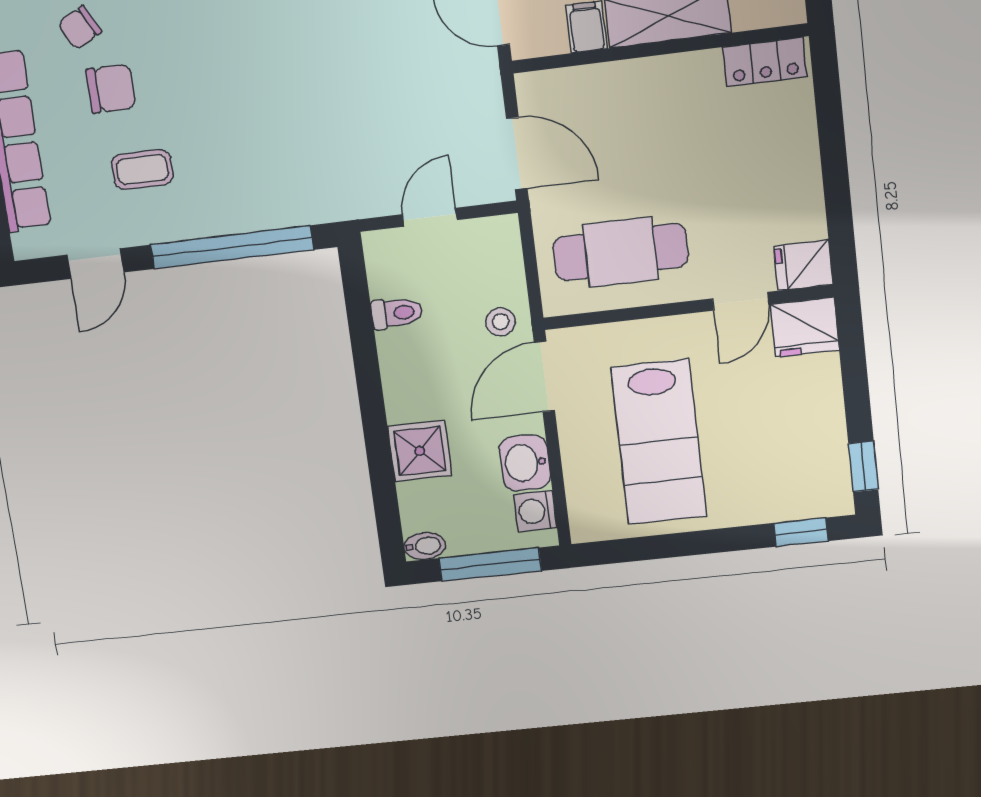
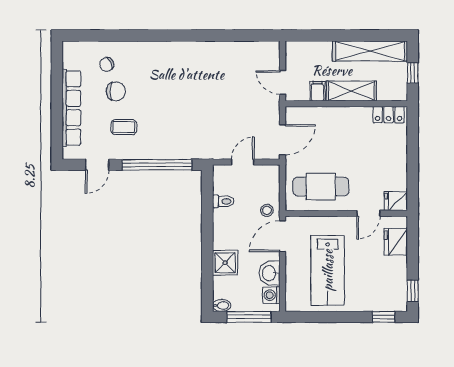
door: (517, 153) -> (283, 140), hinge flipped
fridge: (805, 327) -> (396, 242), moved, turned 90

